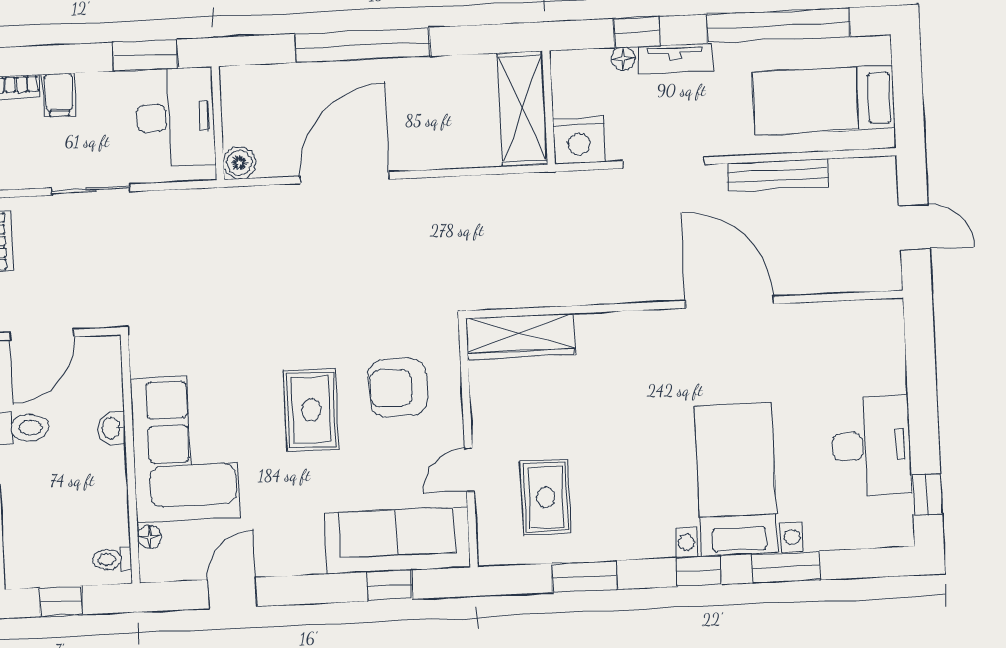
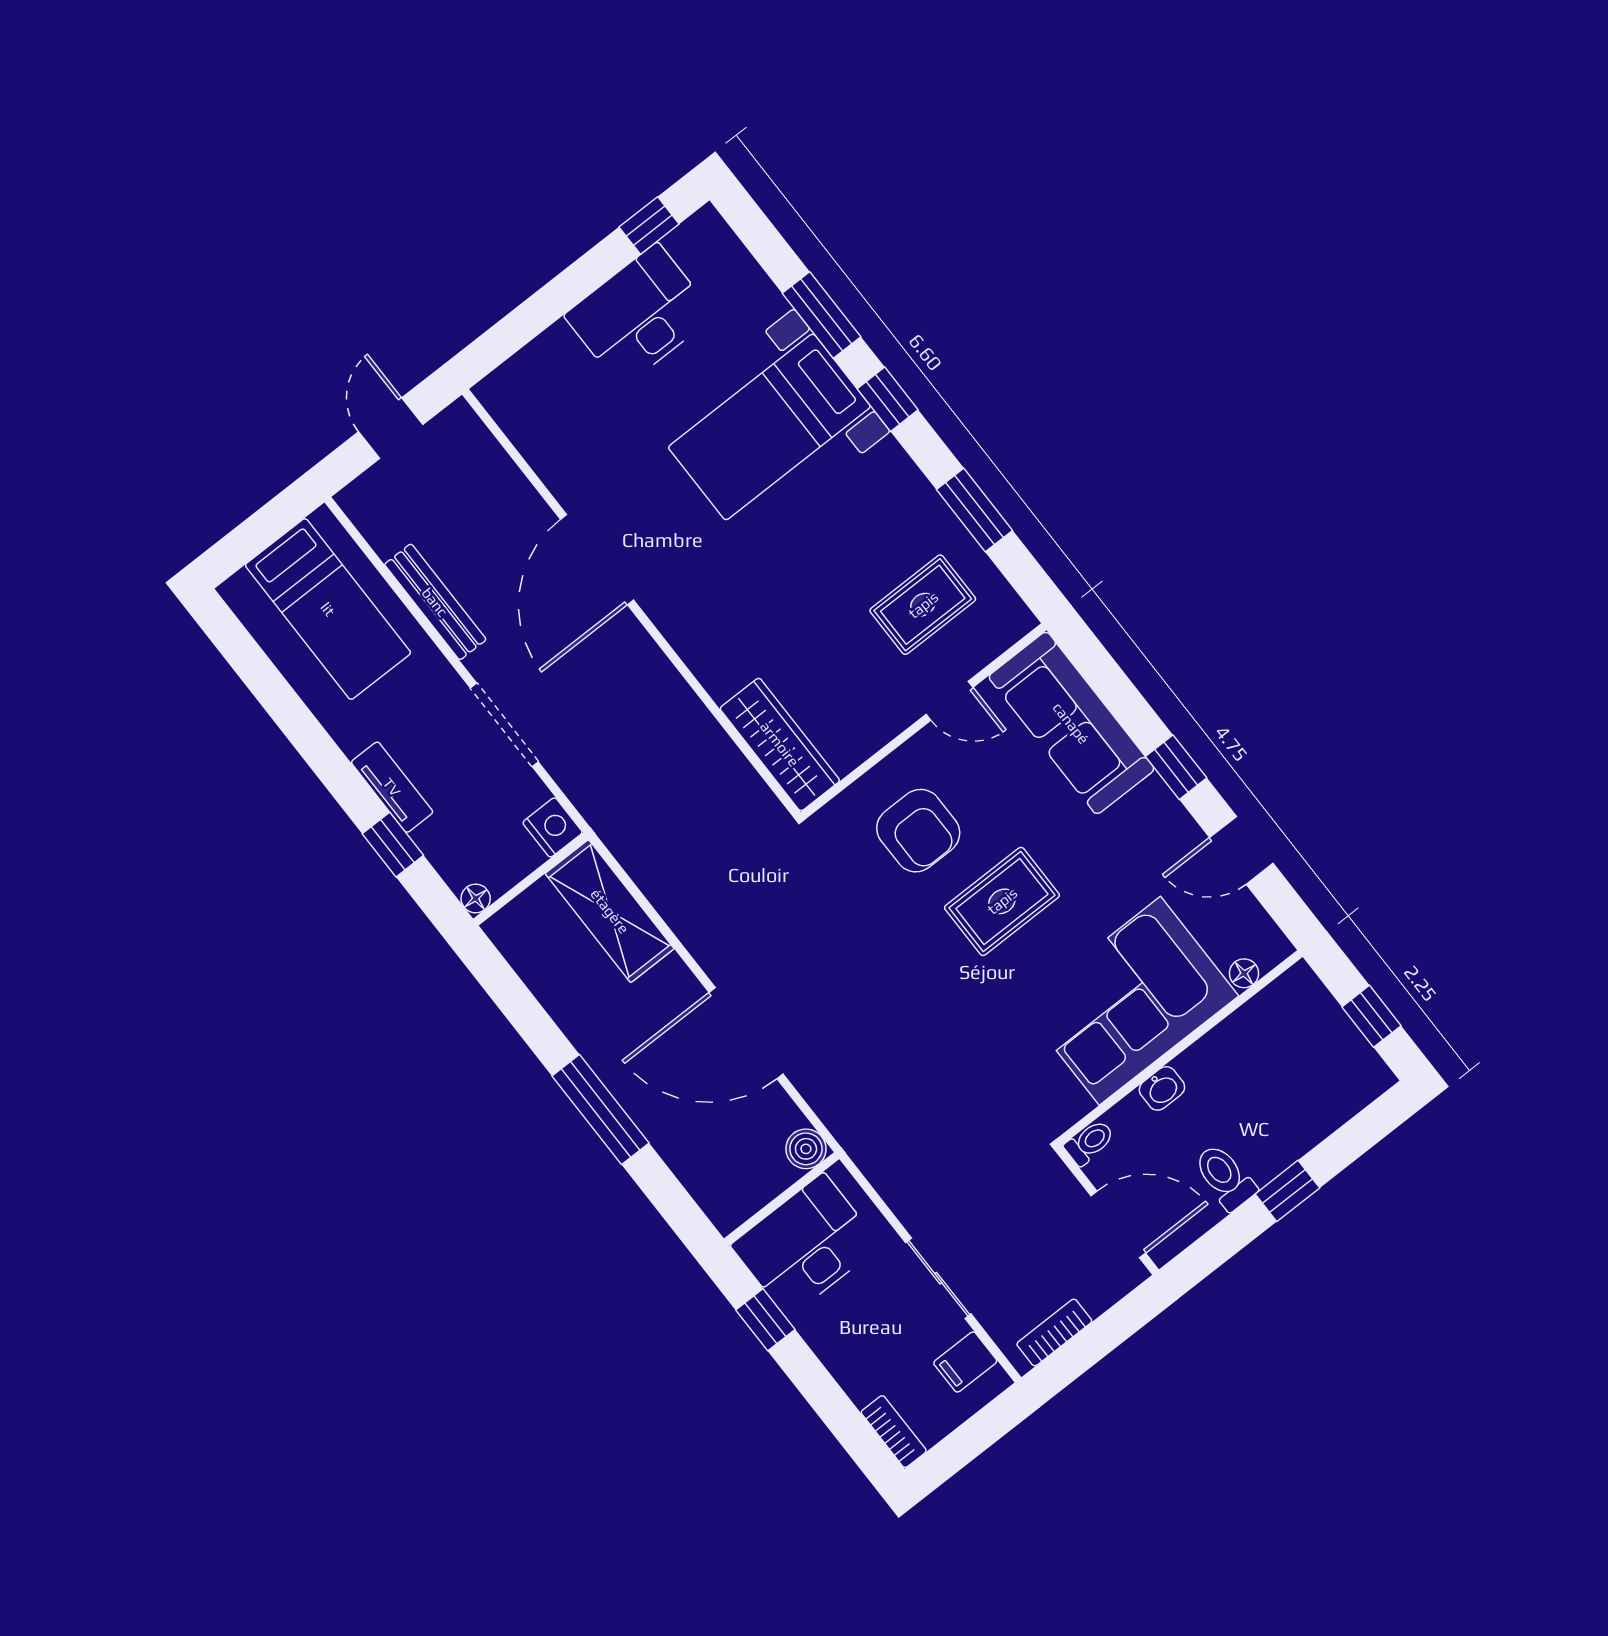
window: (778, 25) -> (285, 707), removed
window: (363, 45) -> (601, 1109), width x0.68
window: (145, 55) -> (765, 1320), width x0.67
floor lamp: (623, 59) -> (476, 898), moved
filing cabinet: (59, 95) -> (965, 1362), moved, turned 180
shelving: (522, 108) -> (610, 911), moved, turned 90
nightstand: (579, 140) -> (553, 827), width x0.74, depth x0.75
toilet: (112, 559) -> (1090, 1142), moved, turned -90
window: (389, 586) -> (1176, 767), moved

